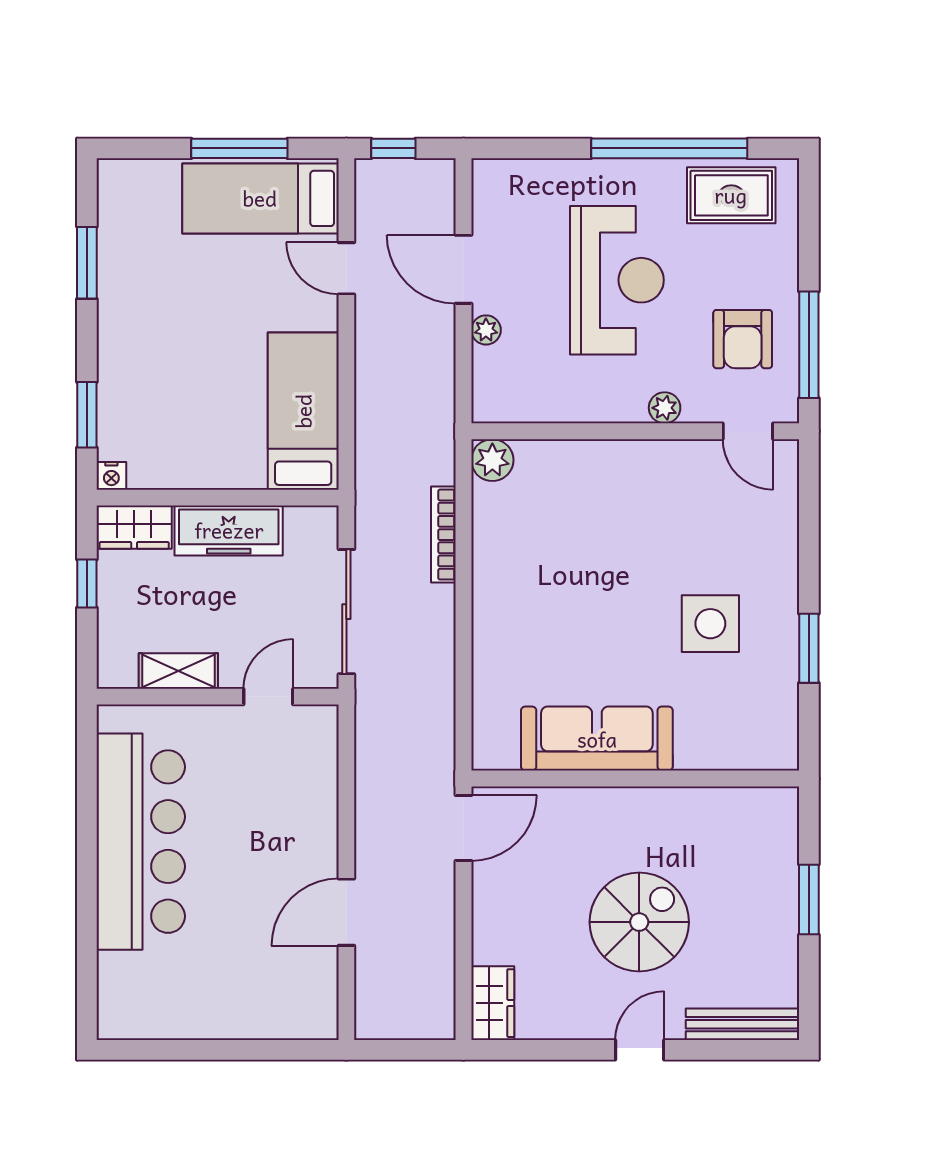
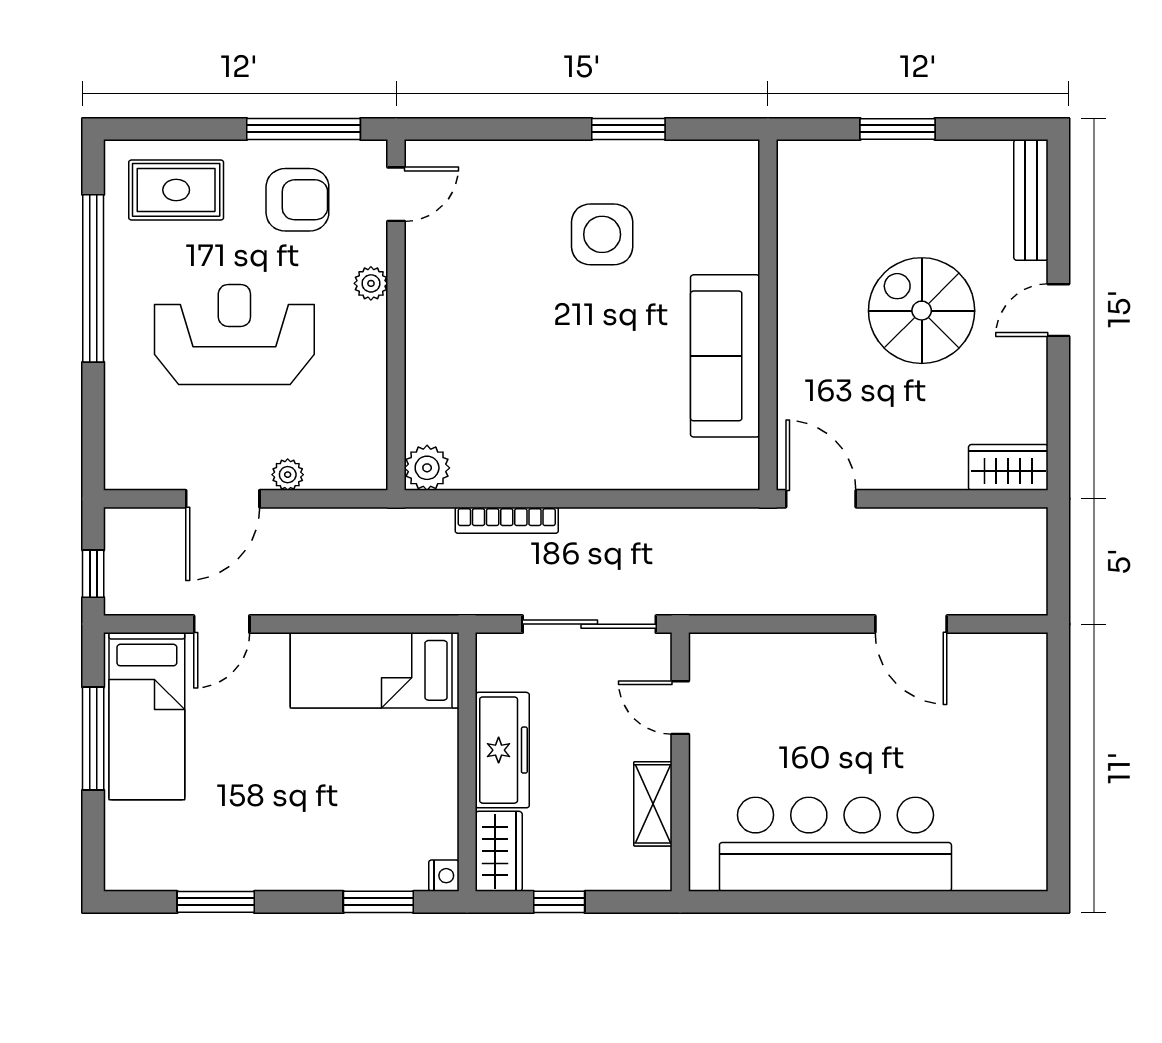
rug: (731, 195) -> (176, 190), moved, turned 90
door: (640, 1050) -> (1058, 310), hinge flipped

